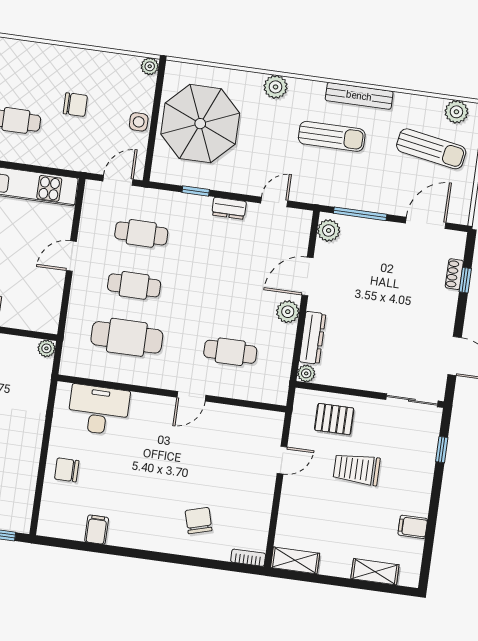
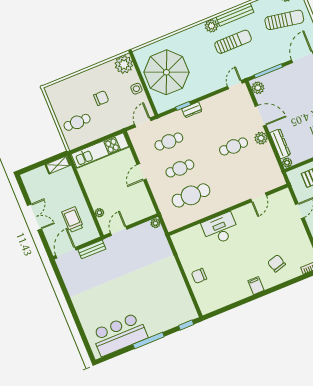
plant: (150, 66) -> (124, 64), width x1.88, depth x1.88
plant: (276, 87) -> (211, 26), moved
door: (274, 202) -> (235, 85), moved
dresser: (229, 208) -> (192, 110), moved
door: (308, 276) -> (261, 116), swing flipped
cafe table: (230, 352) -> (234, 146), moved
door: (191, 396) -> (259, 197), moved
desk: (99, 410) -> (220, 229), moved
filing cabinet: (97, 530) -> (256, 286), moved

